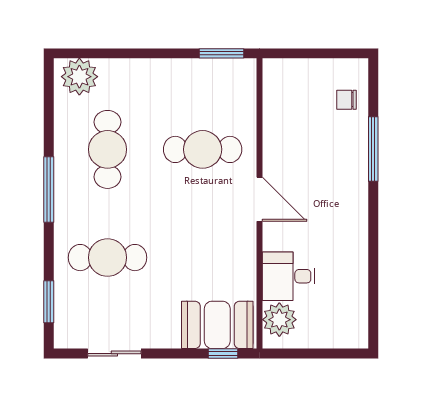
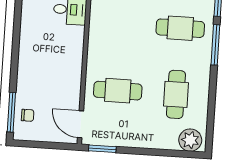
window: (373, 149) -> (11, 112), moved
window: (49, 189) -> (215, 45), moved
door: (259, 199) -> (81, 124), moved

